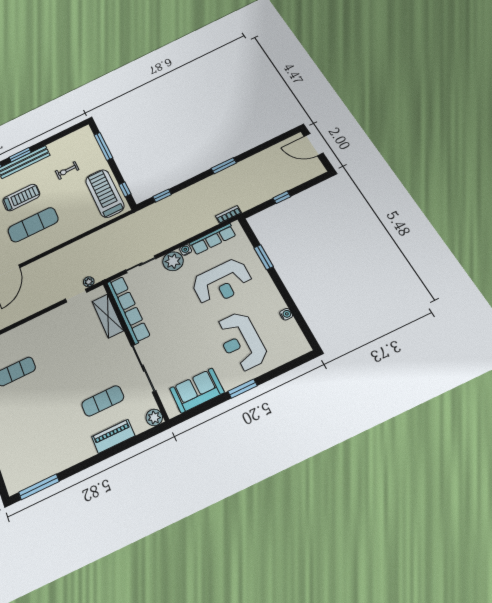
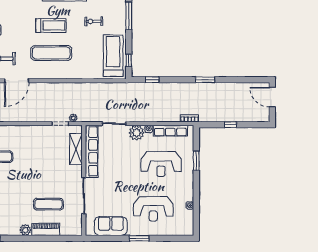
reception desk: (241, 341) -> (153, 209), turned -90
plant: (154, 417) -> (25, 230), moved

